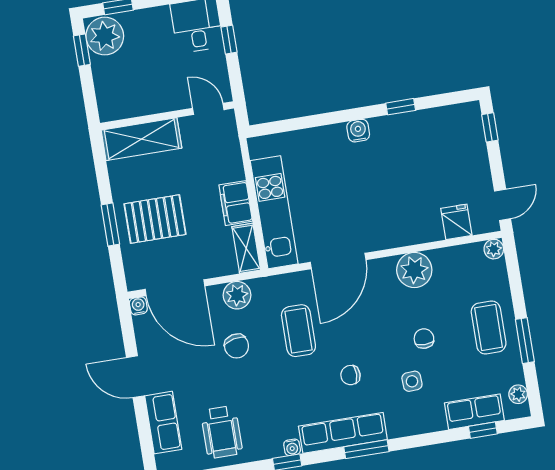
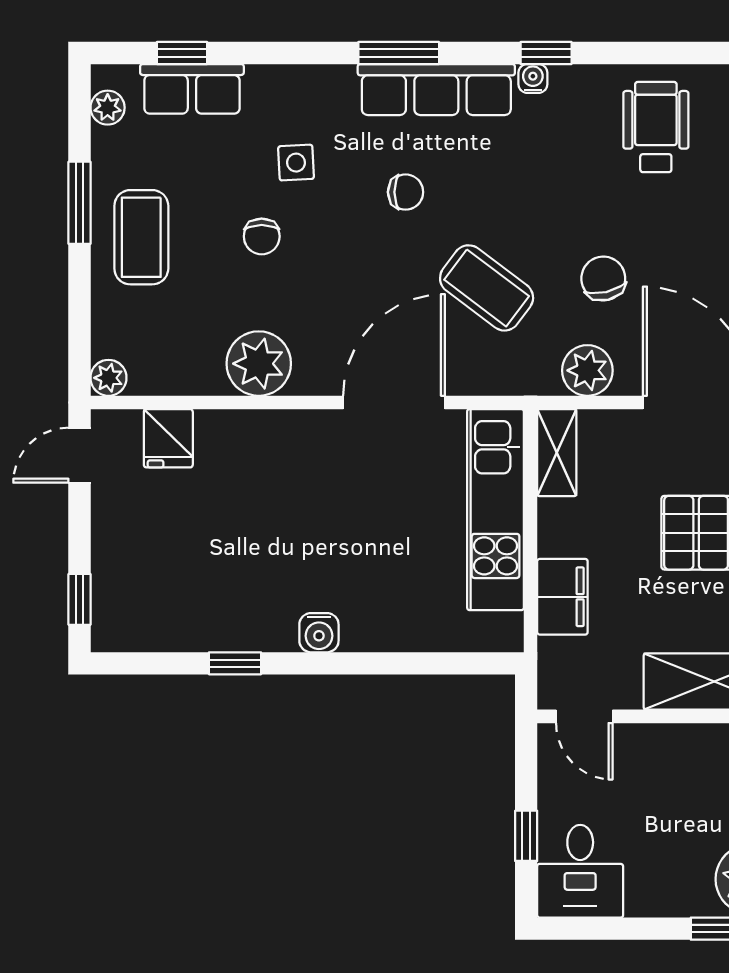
filing cabinet: (236, 203) -> (562, 597), moved
coffee table: (298, 331) -> (487, 288), turned -53

